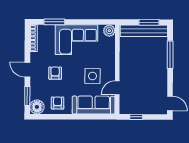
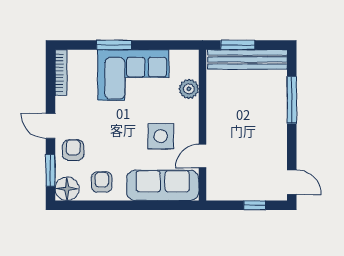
window: (54, 22) -> (114, 45), moved
window: (149, 22) -> (238, 45), moved
plant: (109, 31) -> (189, 89), moved
armchair: (55, 73) -> (73, 150), moved
window: (136, 117) -> (255, 205), moved

